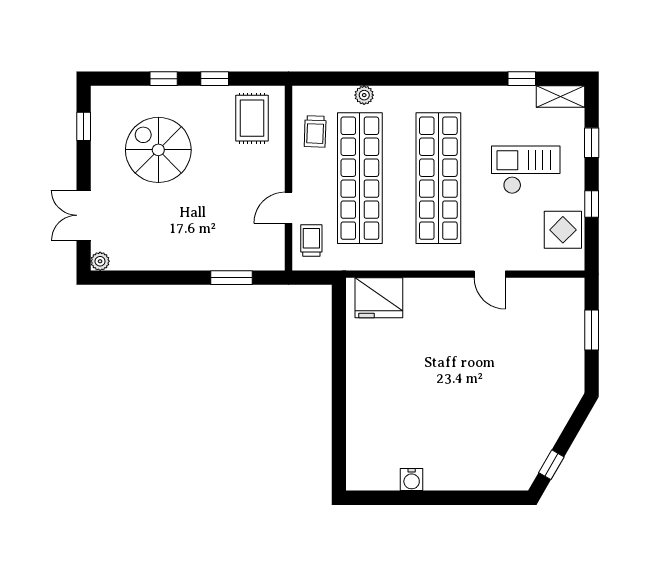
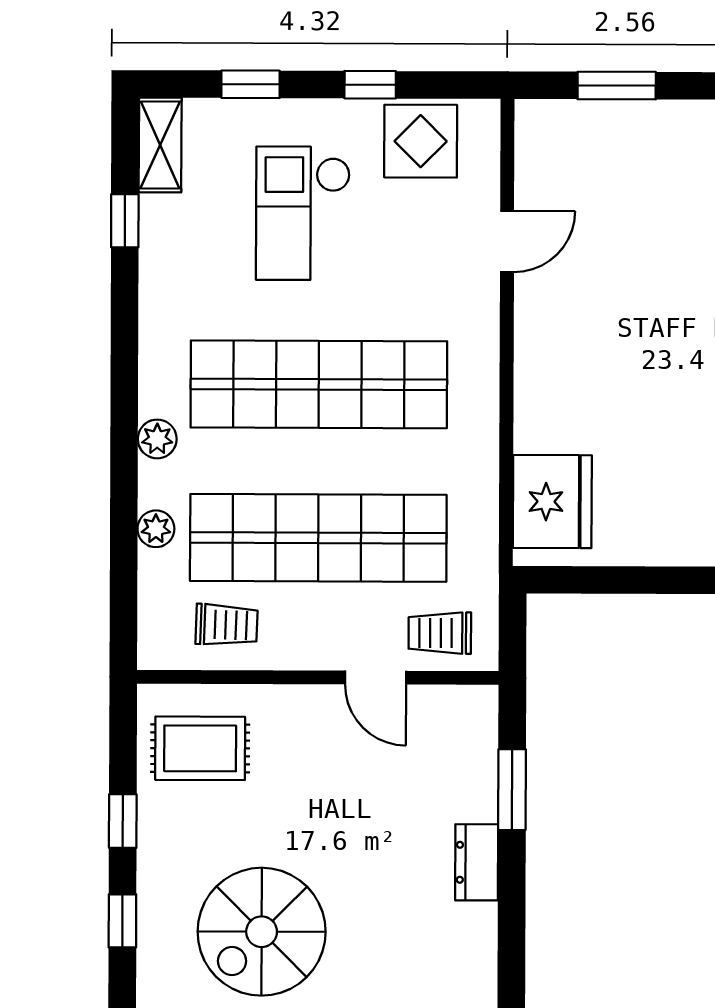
plant: (410, 96) -> (157, 439), added
dresser: (194, 260) -> (477, 862), added
door: (490, 274) -> (507, 242), moved

